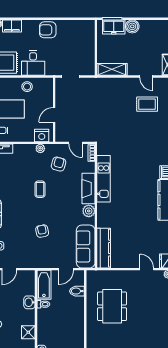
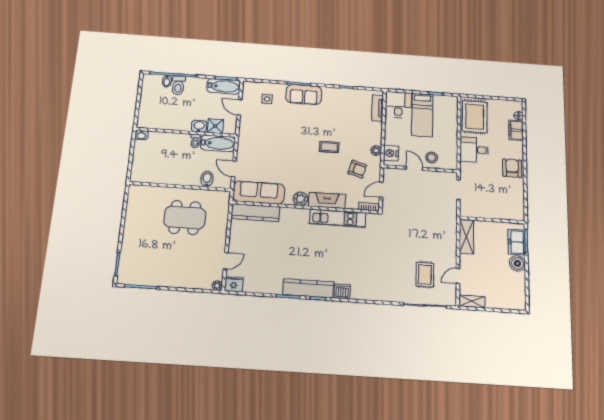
stool: (27, 87) -> (432, 158), moved
armchair: (42, 231) -> (281, 146), removed
shower: (28, 332) -> (215, 126), moved

